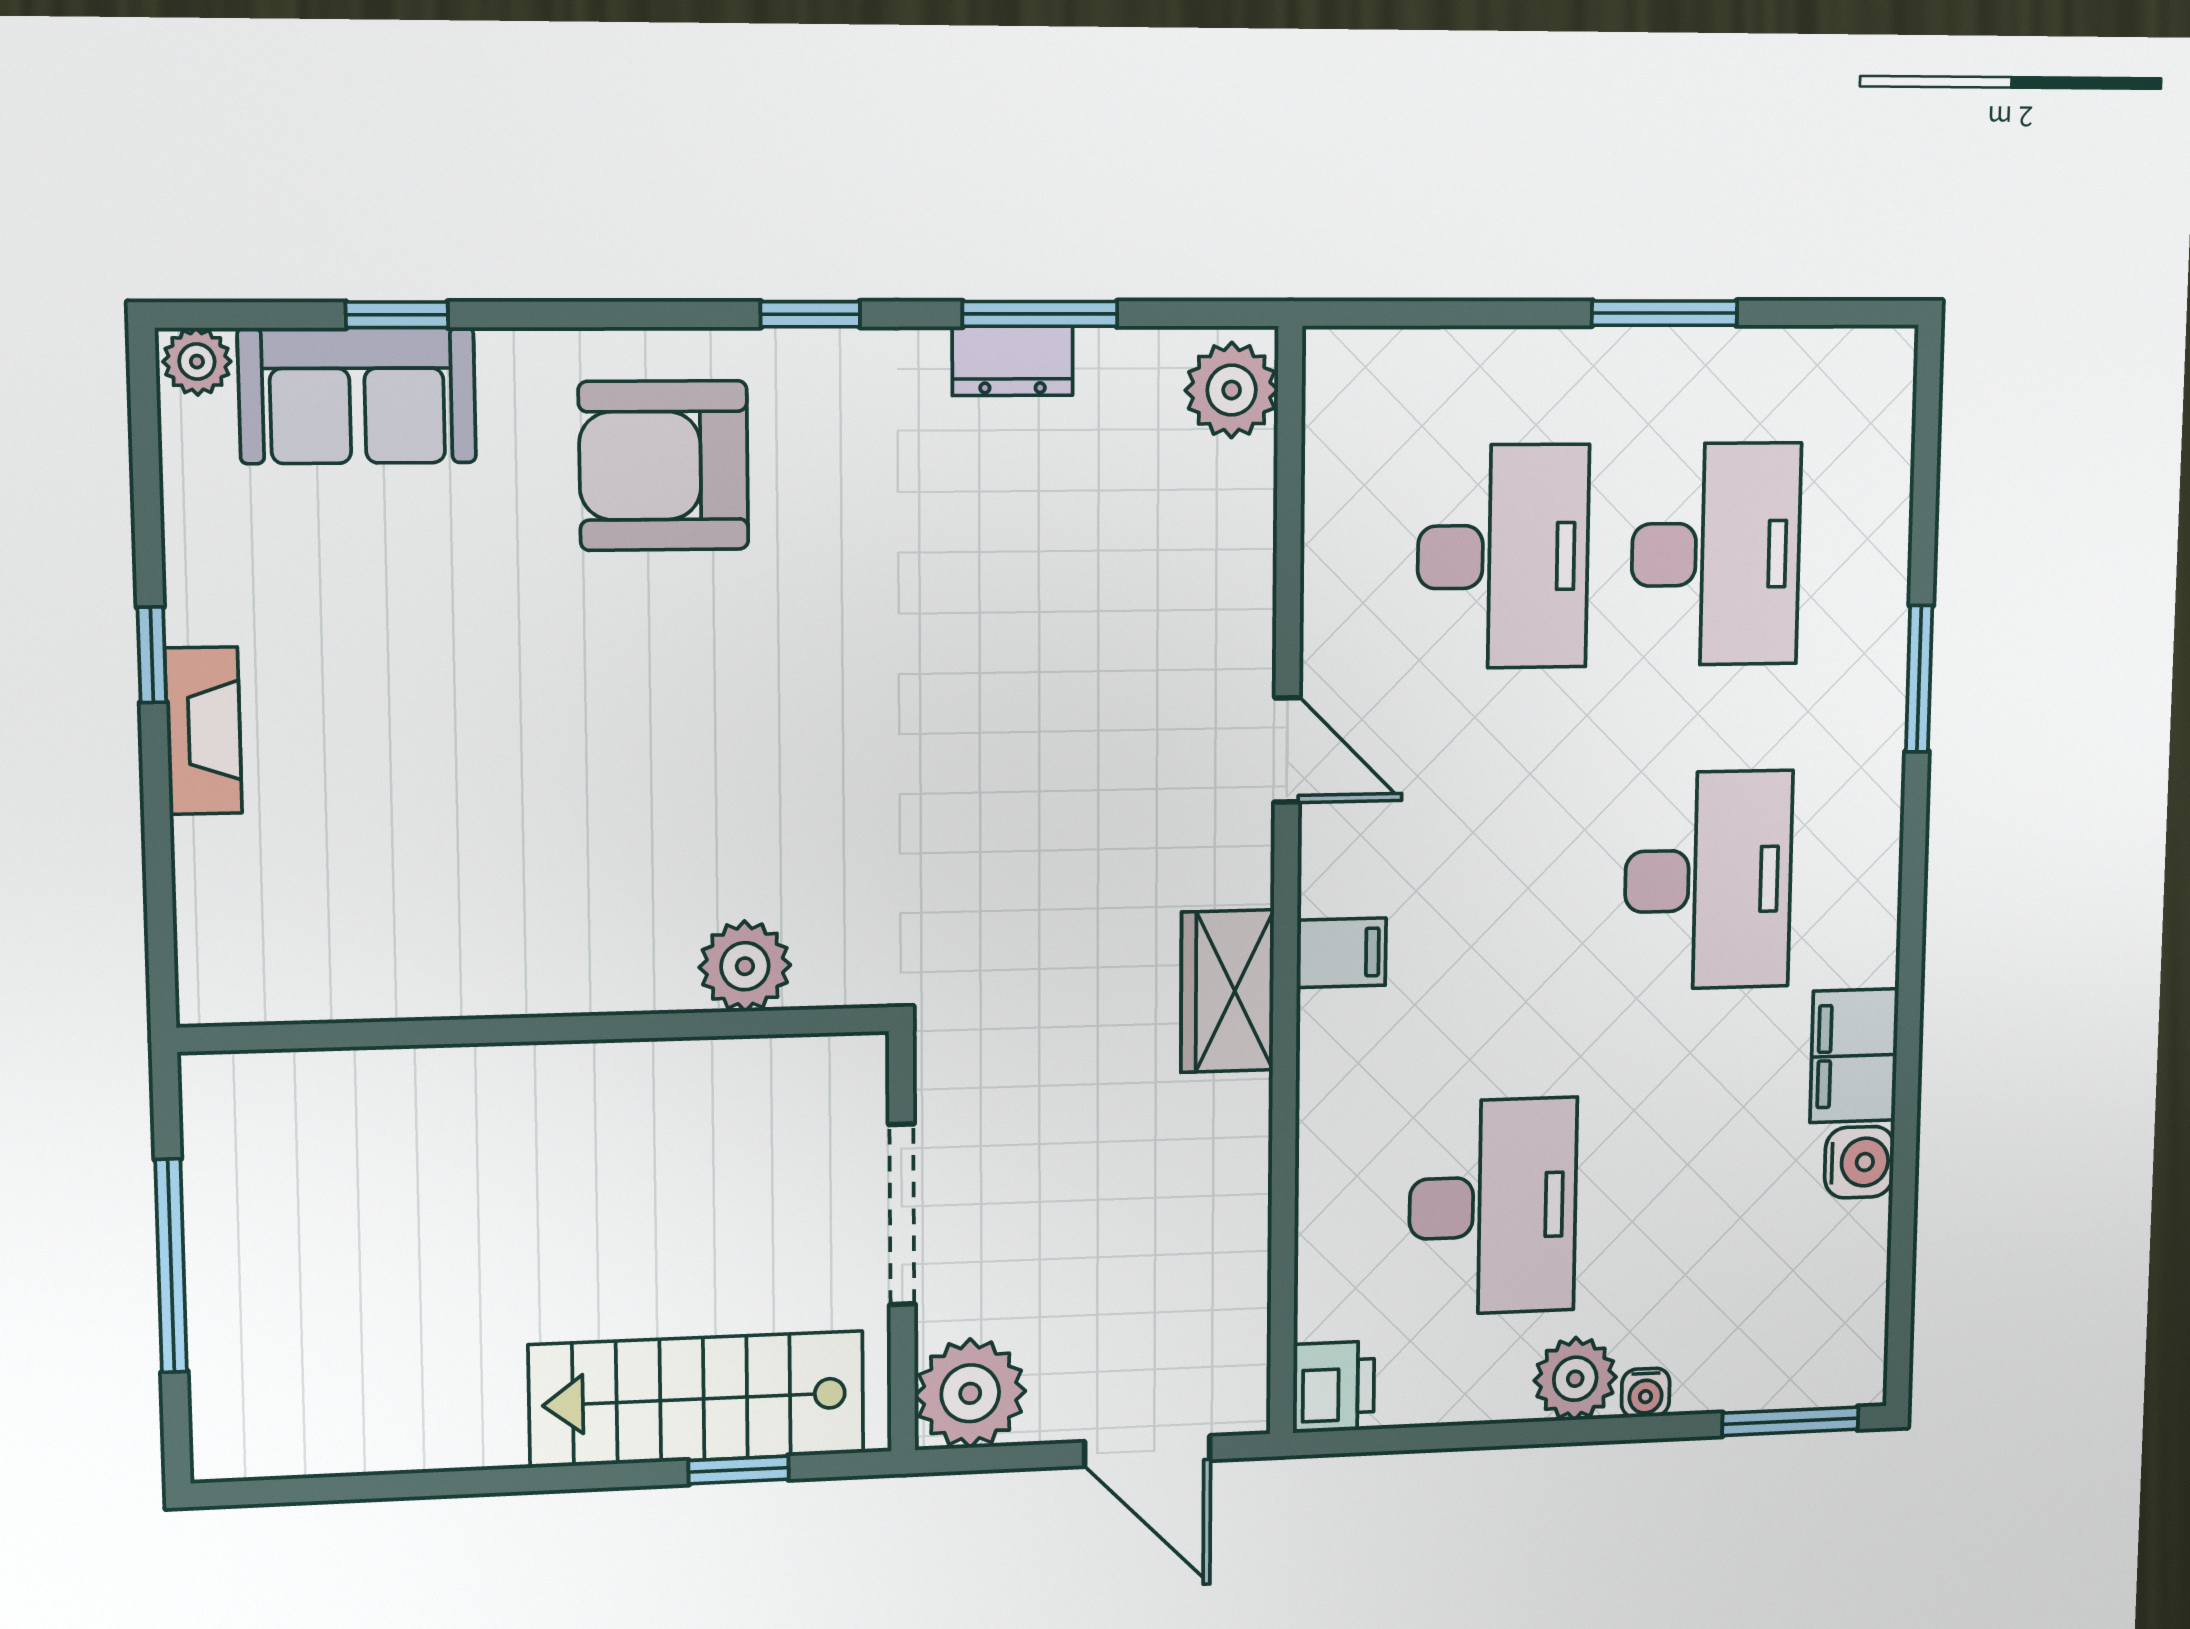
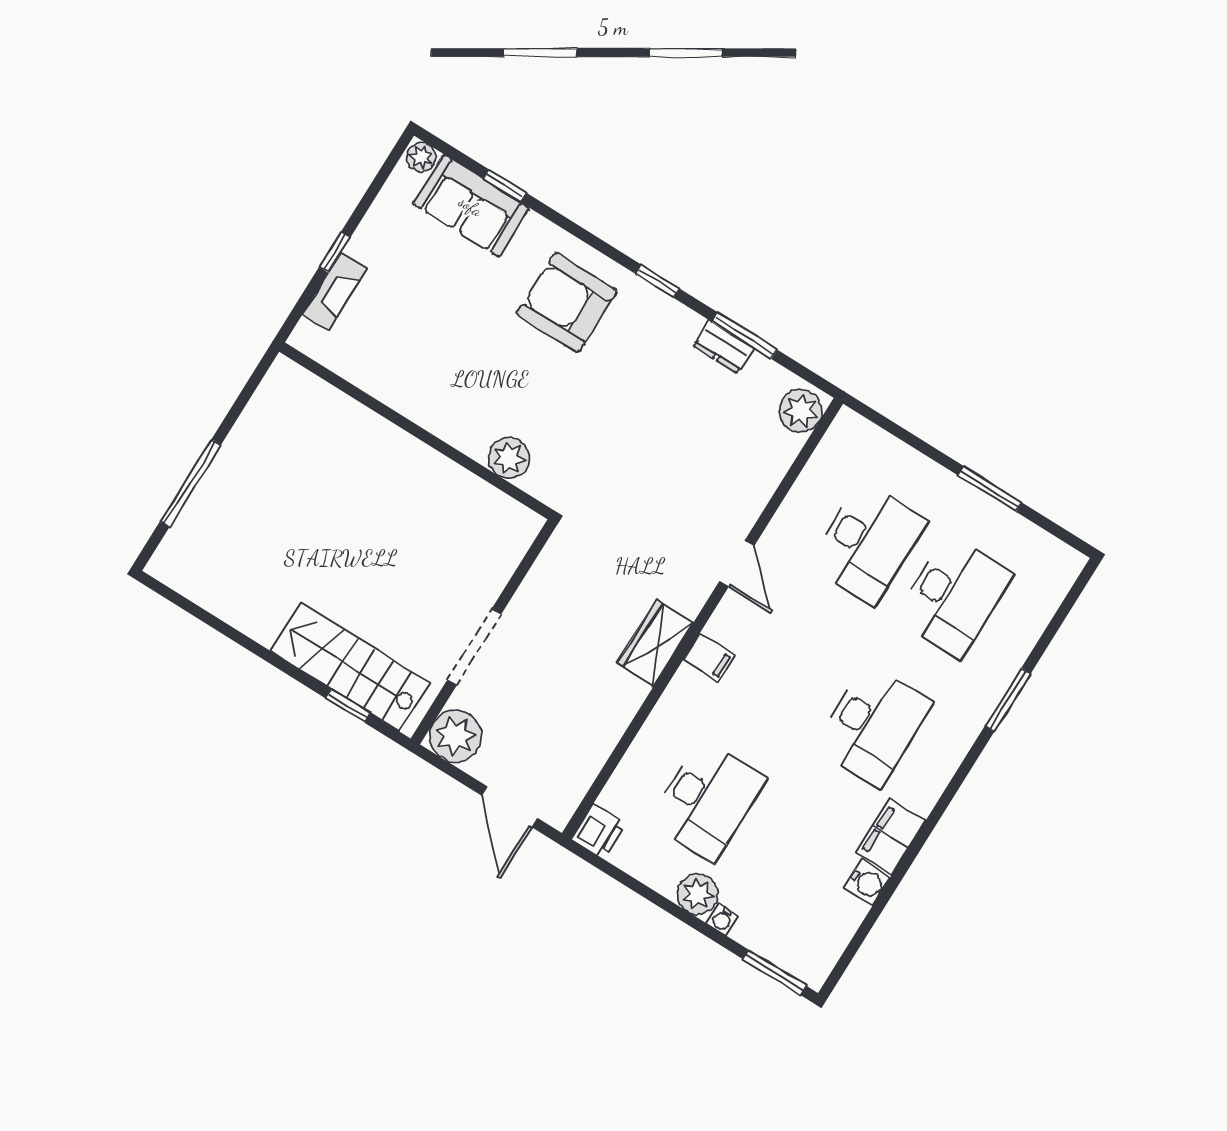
plant: (745, 966) -> (509, 458), moved
wall: (538, 1029) -> (416, 431), moved

